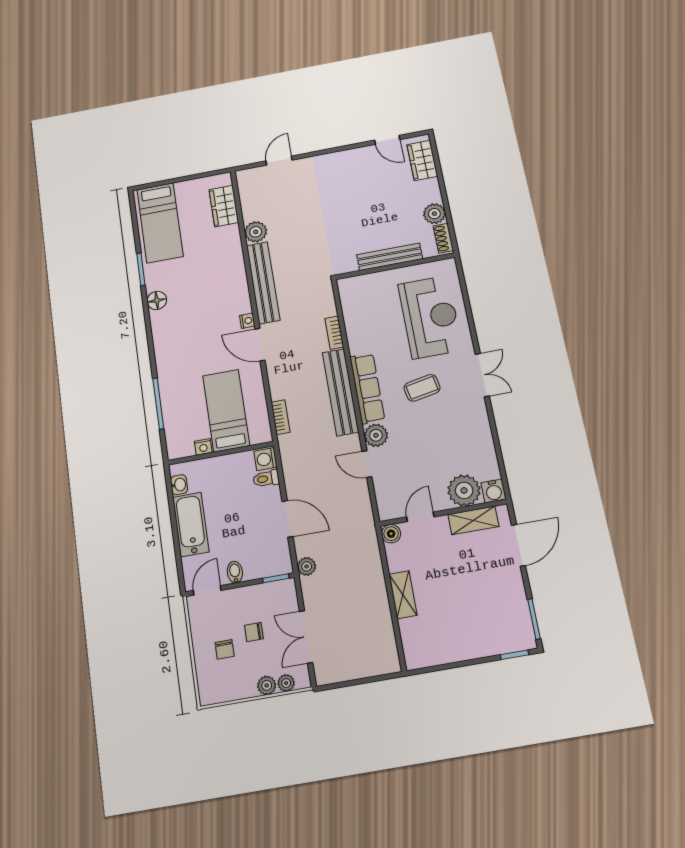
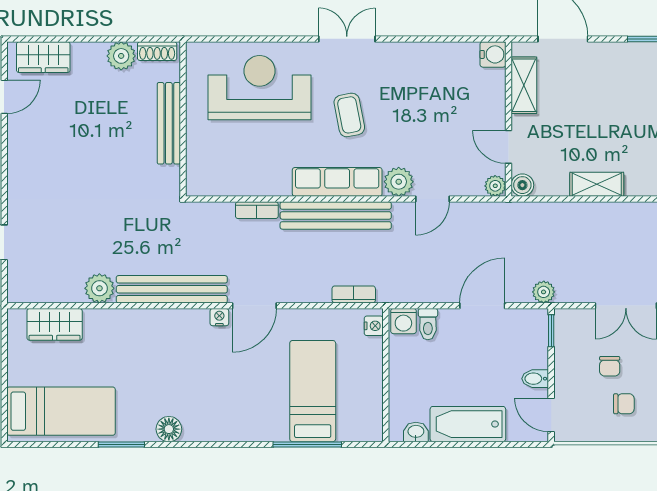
bed: (226, 410) -> (313, 391), moved, turned 90
nightstand: (203, 447) -> (374, 326), moved
plant: (464, 490) -> (495, 186), moved, width x0.53, depth x0.53

